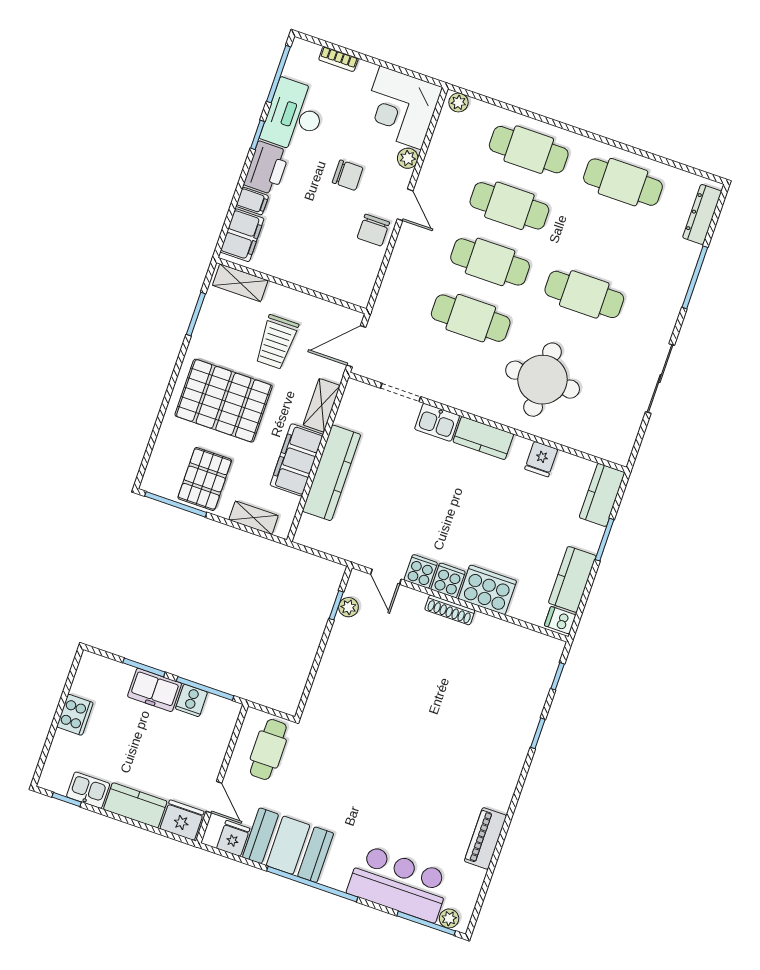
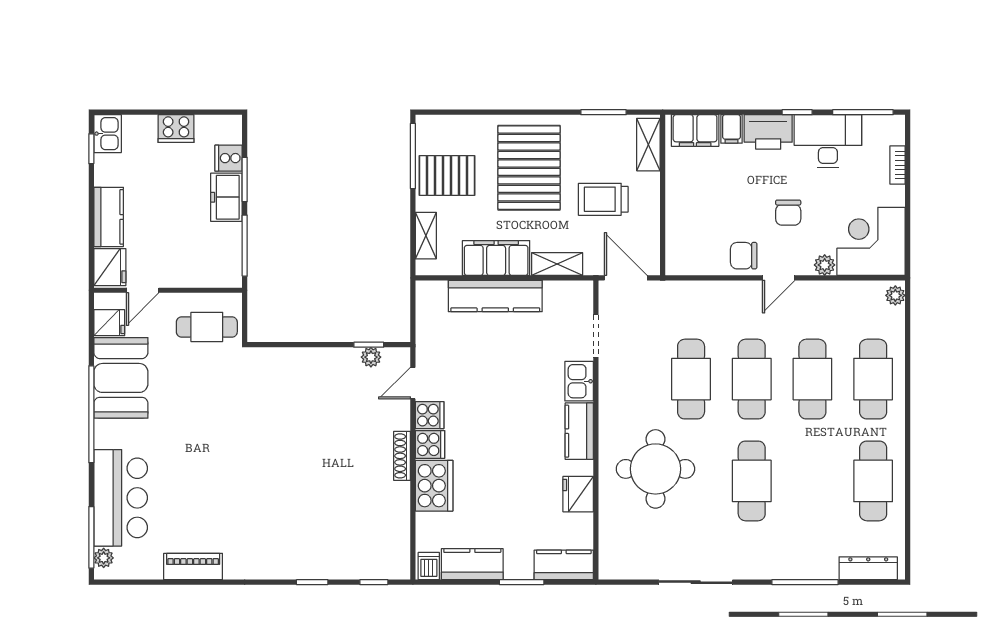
fridge: (541, 459) -> (578, 494), width x1.38
cooker: (191, 700) -> (229, 158), moved
kitchen sink: (88, 790) -> (108, 134), moved

